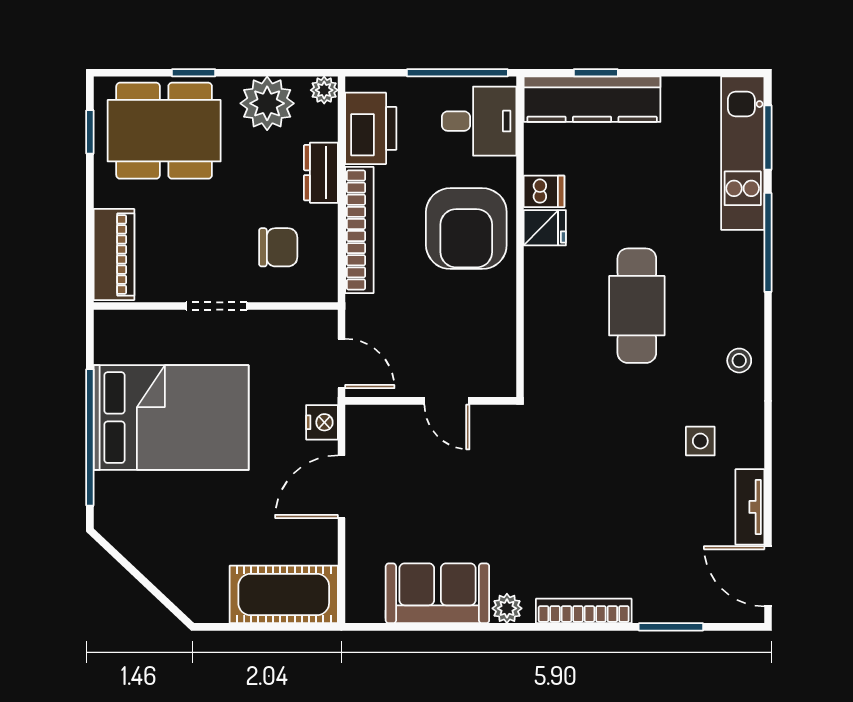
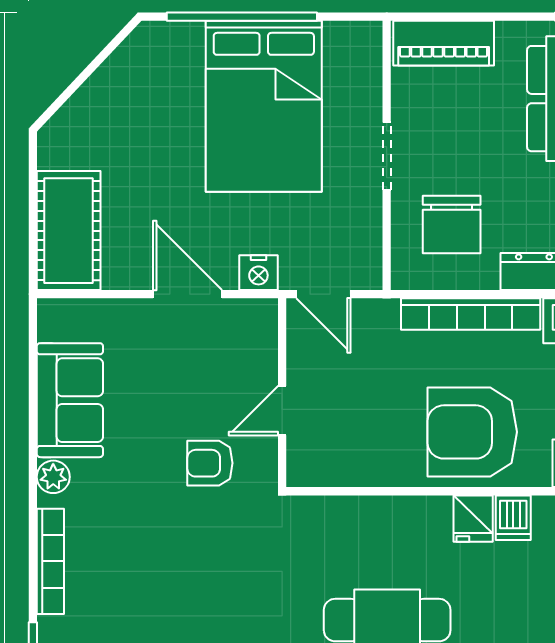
chair: (278, 247) -> (452, 224), width x1.37, depth x1.37
door: (341, 364) -> (323, 294), hinge flipped
armchair: (495, 466) -> (210, 463), added

